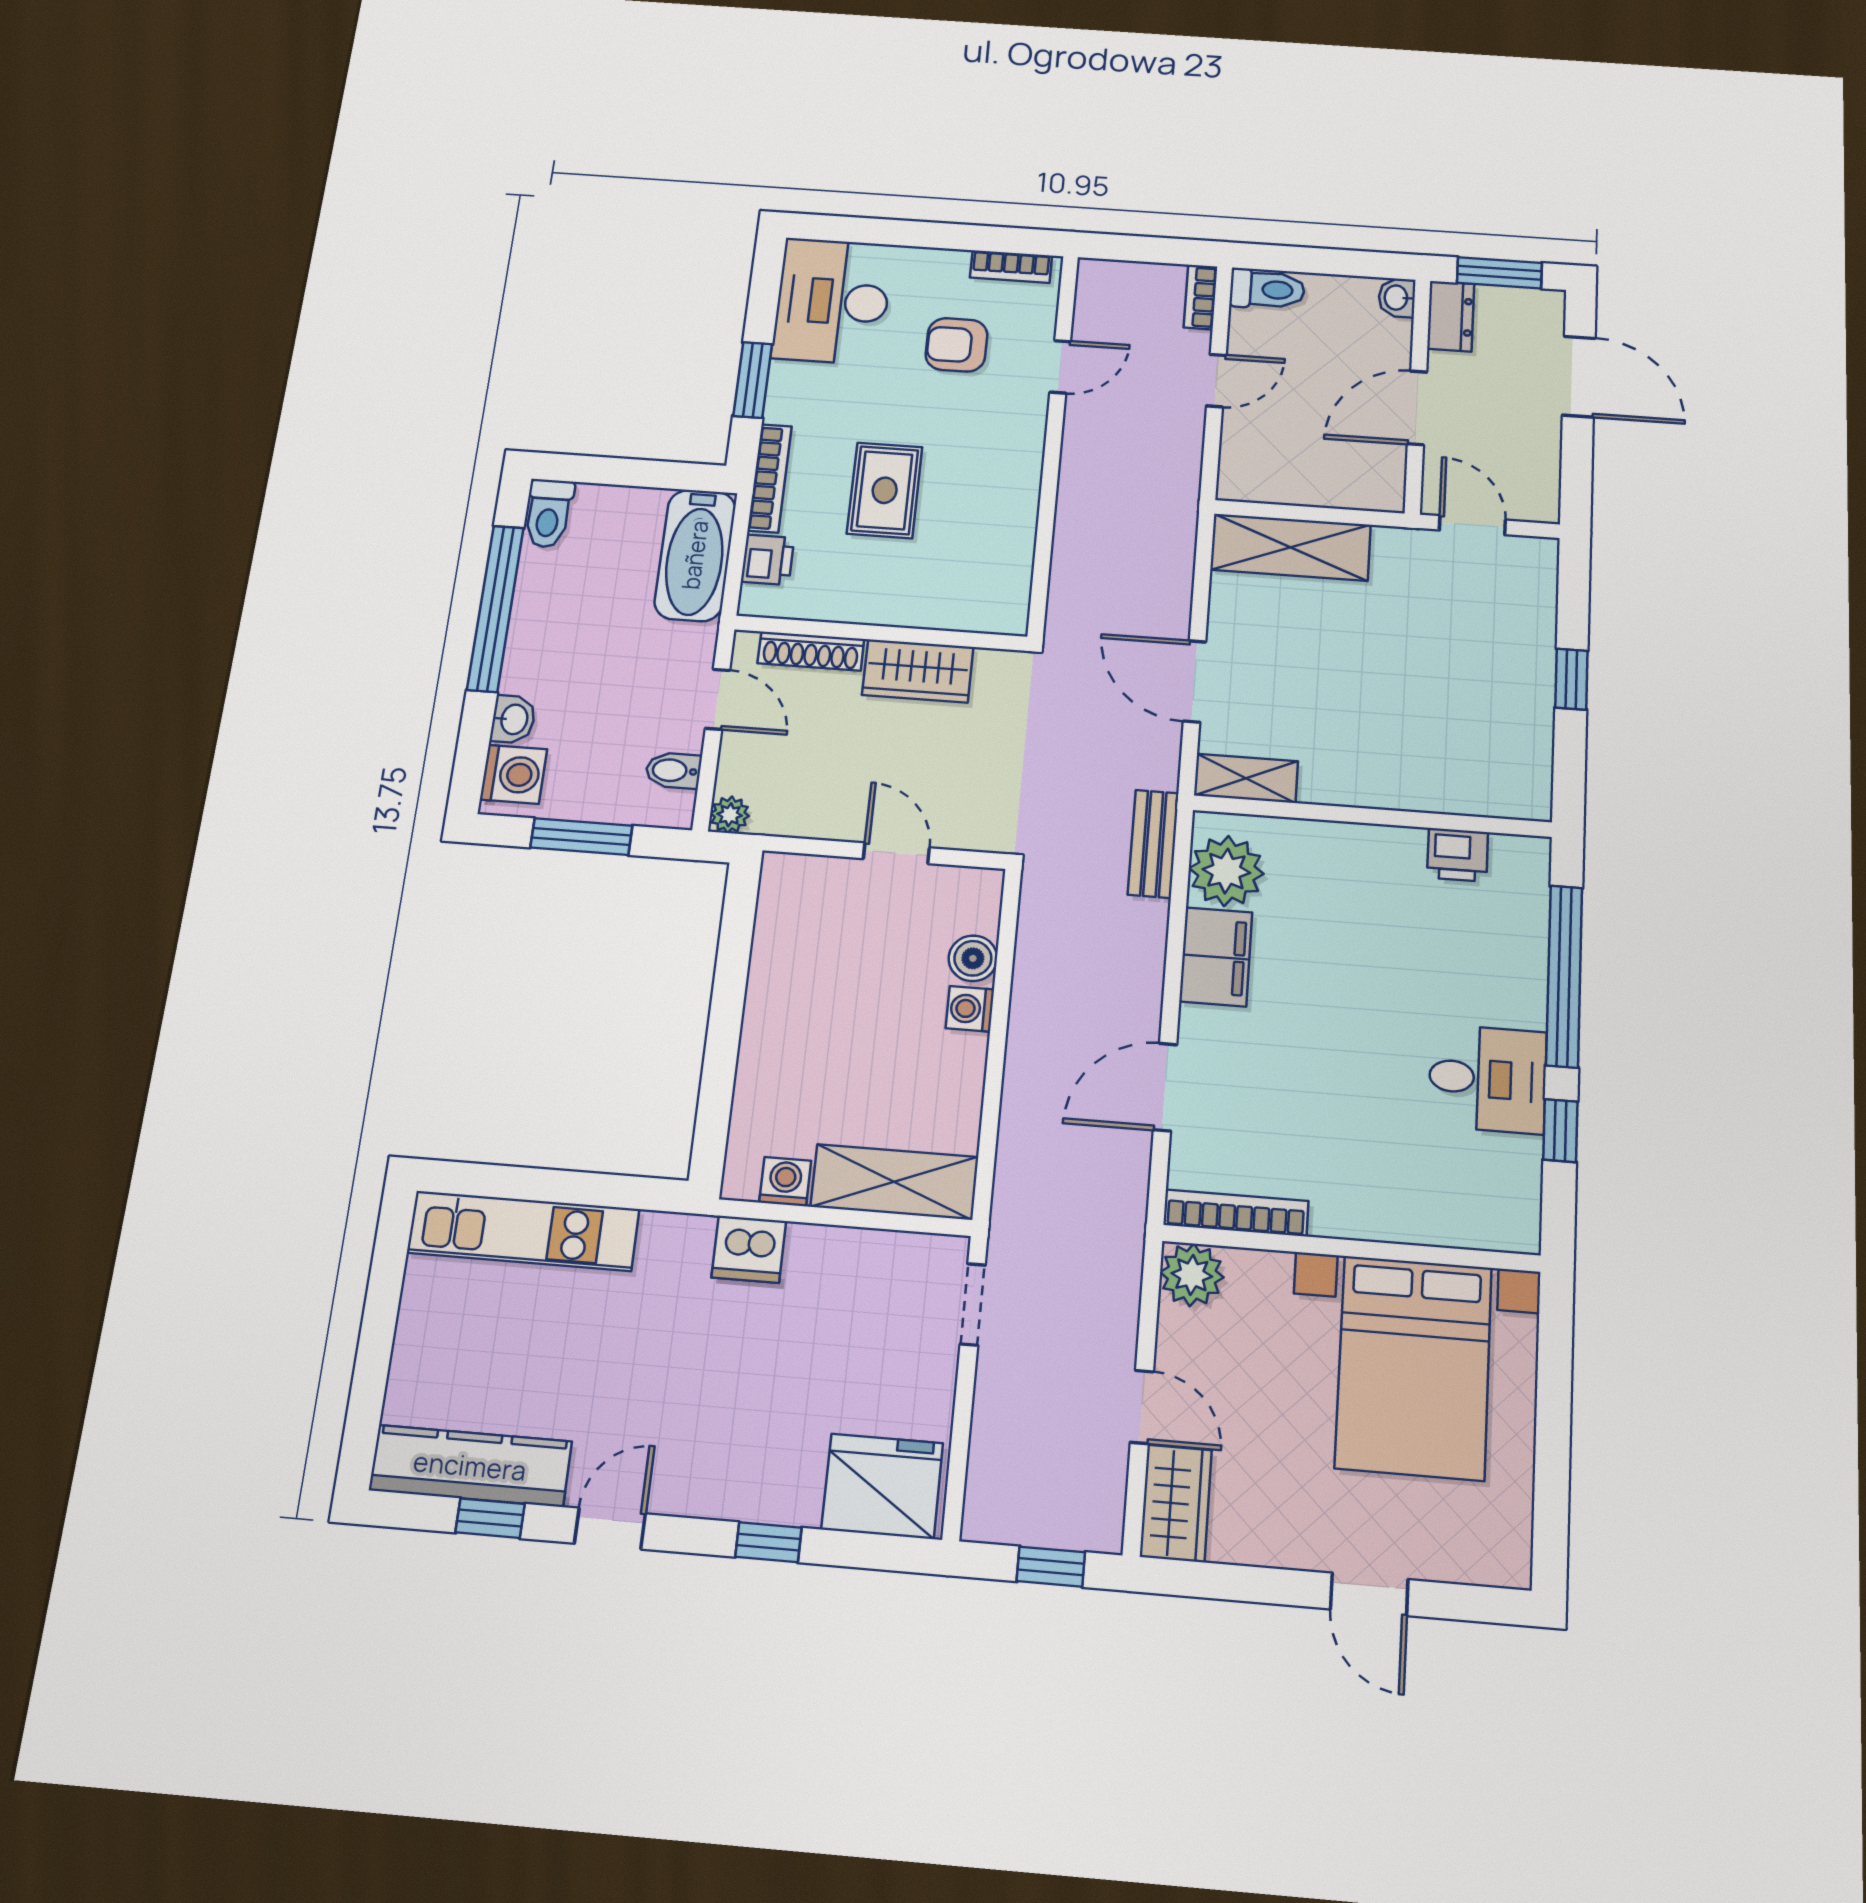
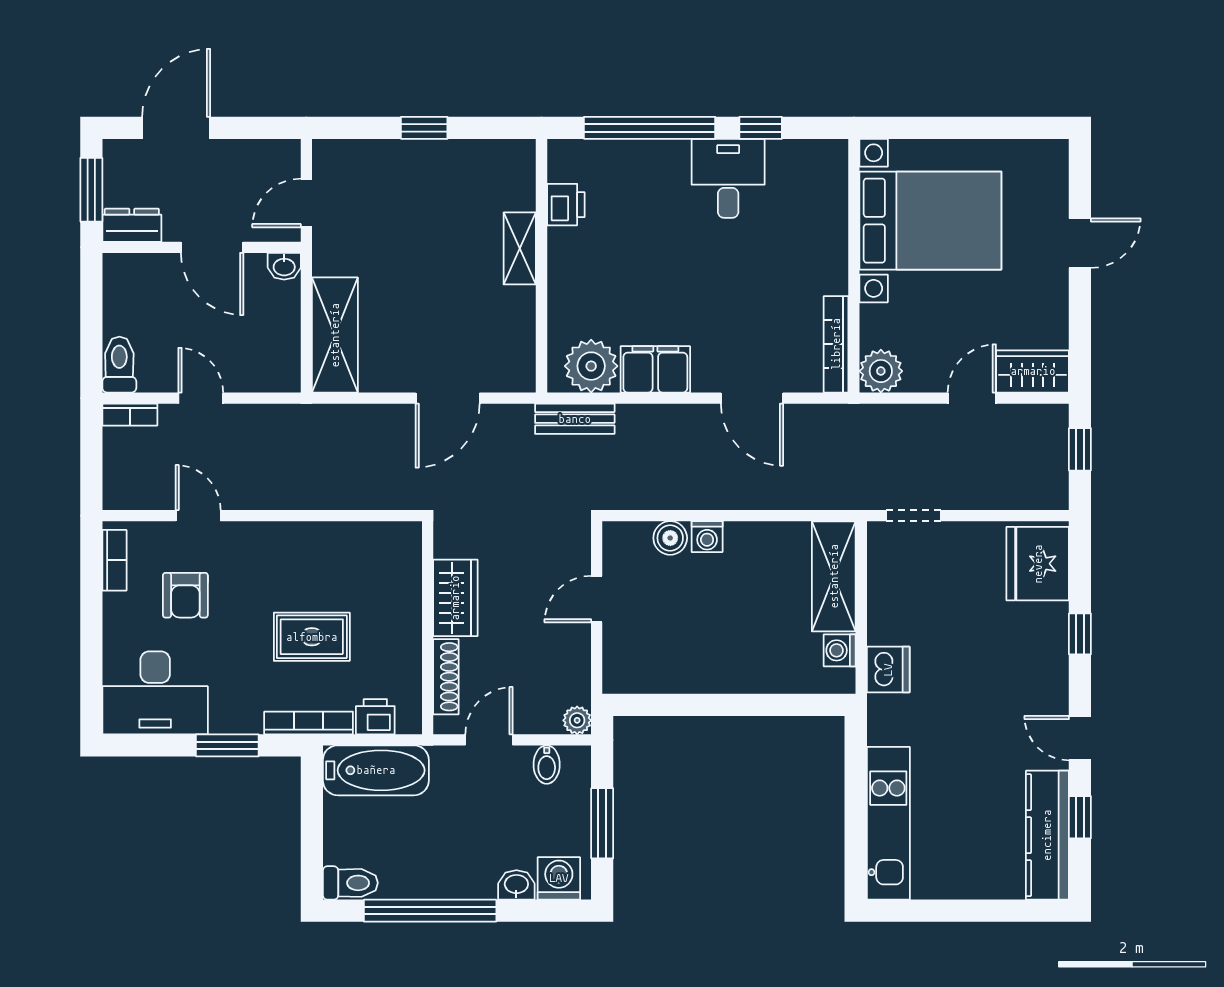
washbasin: (1397, 298) -> (284, 266), moved
shelving: (1246, 778) -> (520, 248), moved

